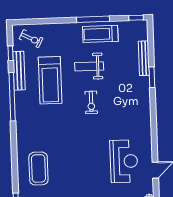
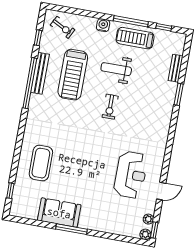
window: (136, 18) -> (164, 27), moved
water cooler: (68, 28) -> (103, 25), added
bench: (144, 58) -> (176, 68), width x0.73
bench: (19, 71) -> (40, 73), moved

